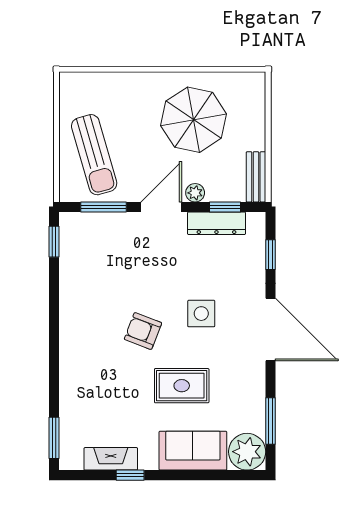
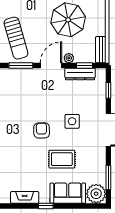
armchair: (143, 331) -> (42, 130), turned 67
window: (130, 475) -> (46, 206), moved

